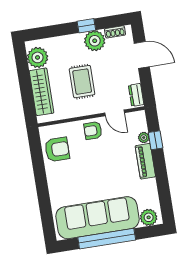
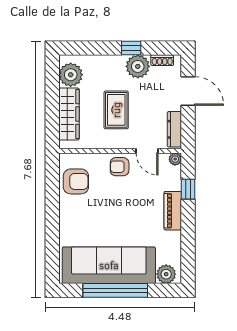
dresser: (136, 95) -> (174, 129), width x1.44
plant: (144, 138) -> (175, 159), moved

